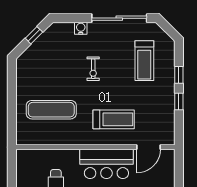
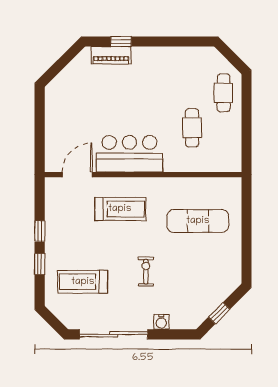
treadmill: (144, 61) -> (83, 282), turned -90
treadmill: (114, 119) -> (120, 209), turned 180

